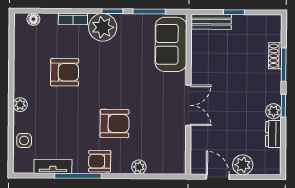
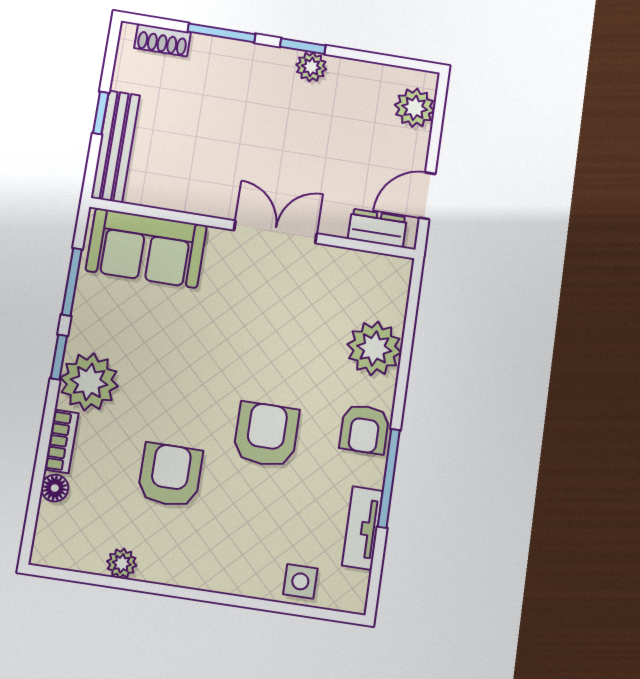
floor lamp: (33, 19) -> (55, 488), moved
bench: (211, 22) -> (115, 146), width x1.36
shoe rack: (275, 56) -> (163, 40), moved
plant: (20, 105) -> (122, 563), moved
armchair: (115, 124) -> (266, 435), moved
dresser: (273, 134) -> (377, 228), moved, turned 180
plant: (243, 165) -> (415, 108), moved
plant: (139, 167) -> (374, 348), width x1.88, depth x1.88

